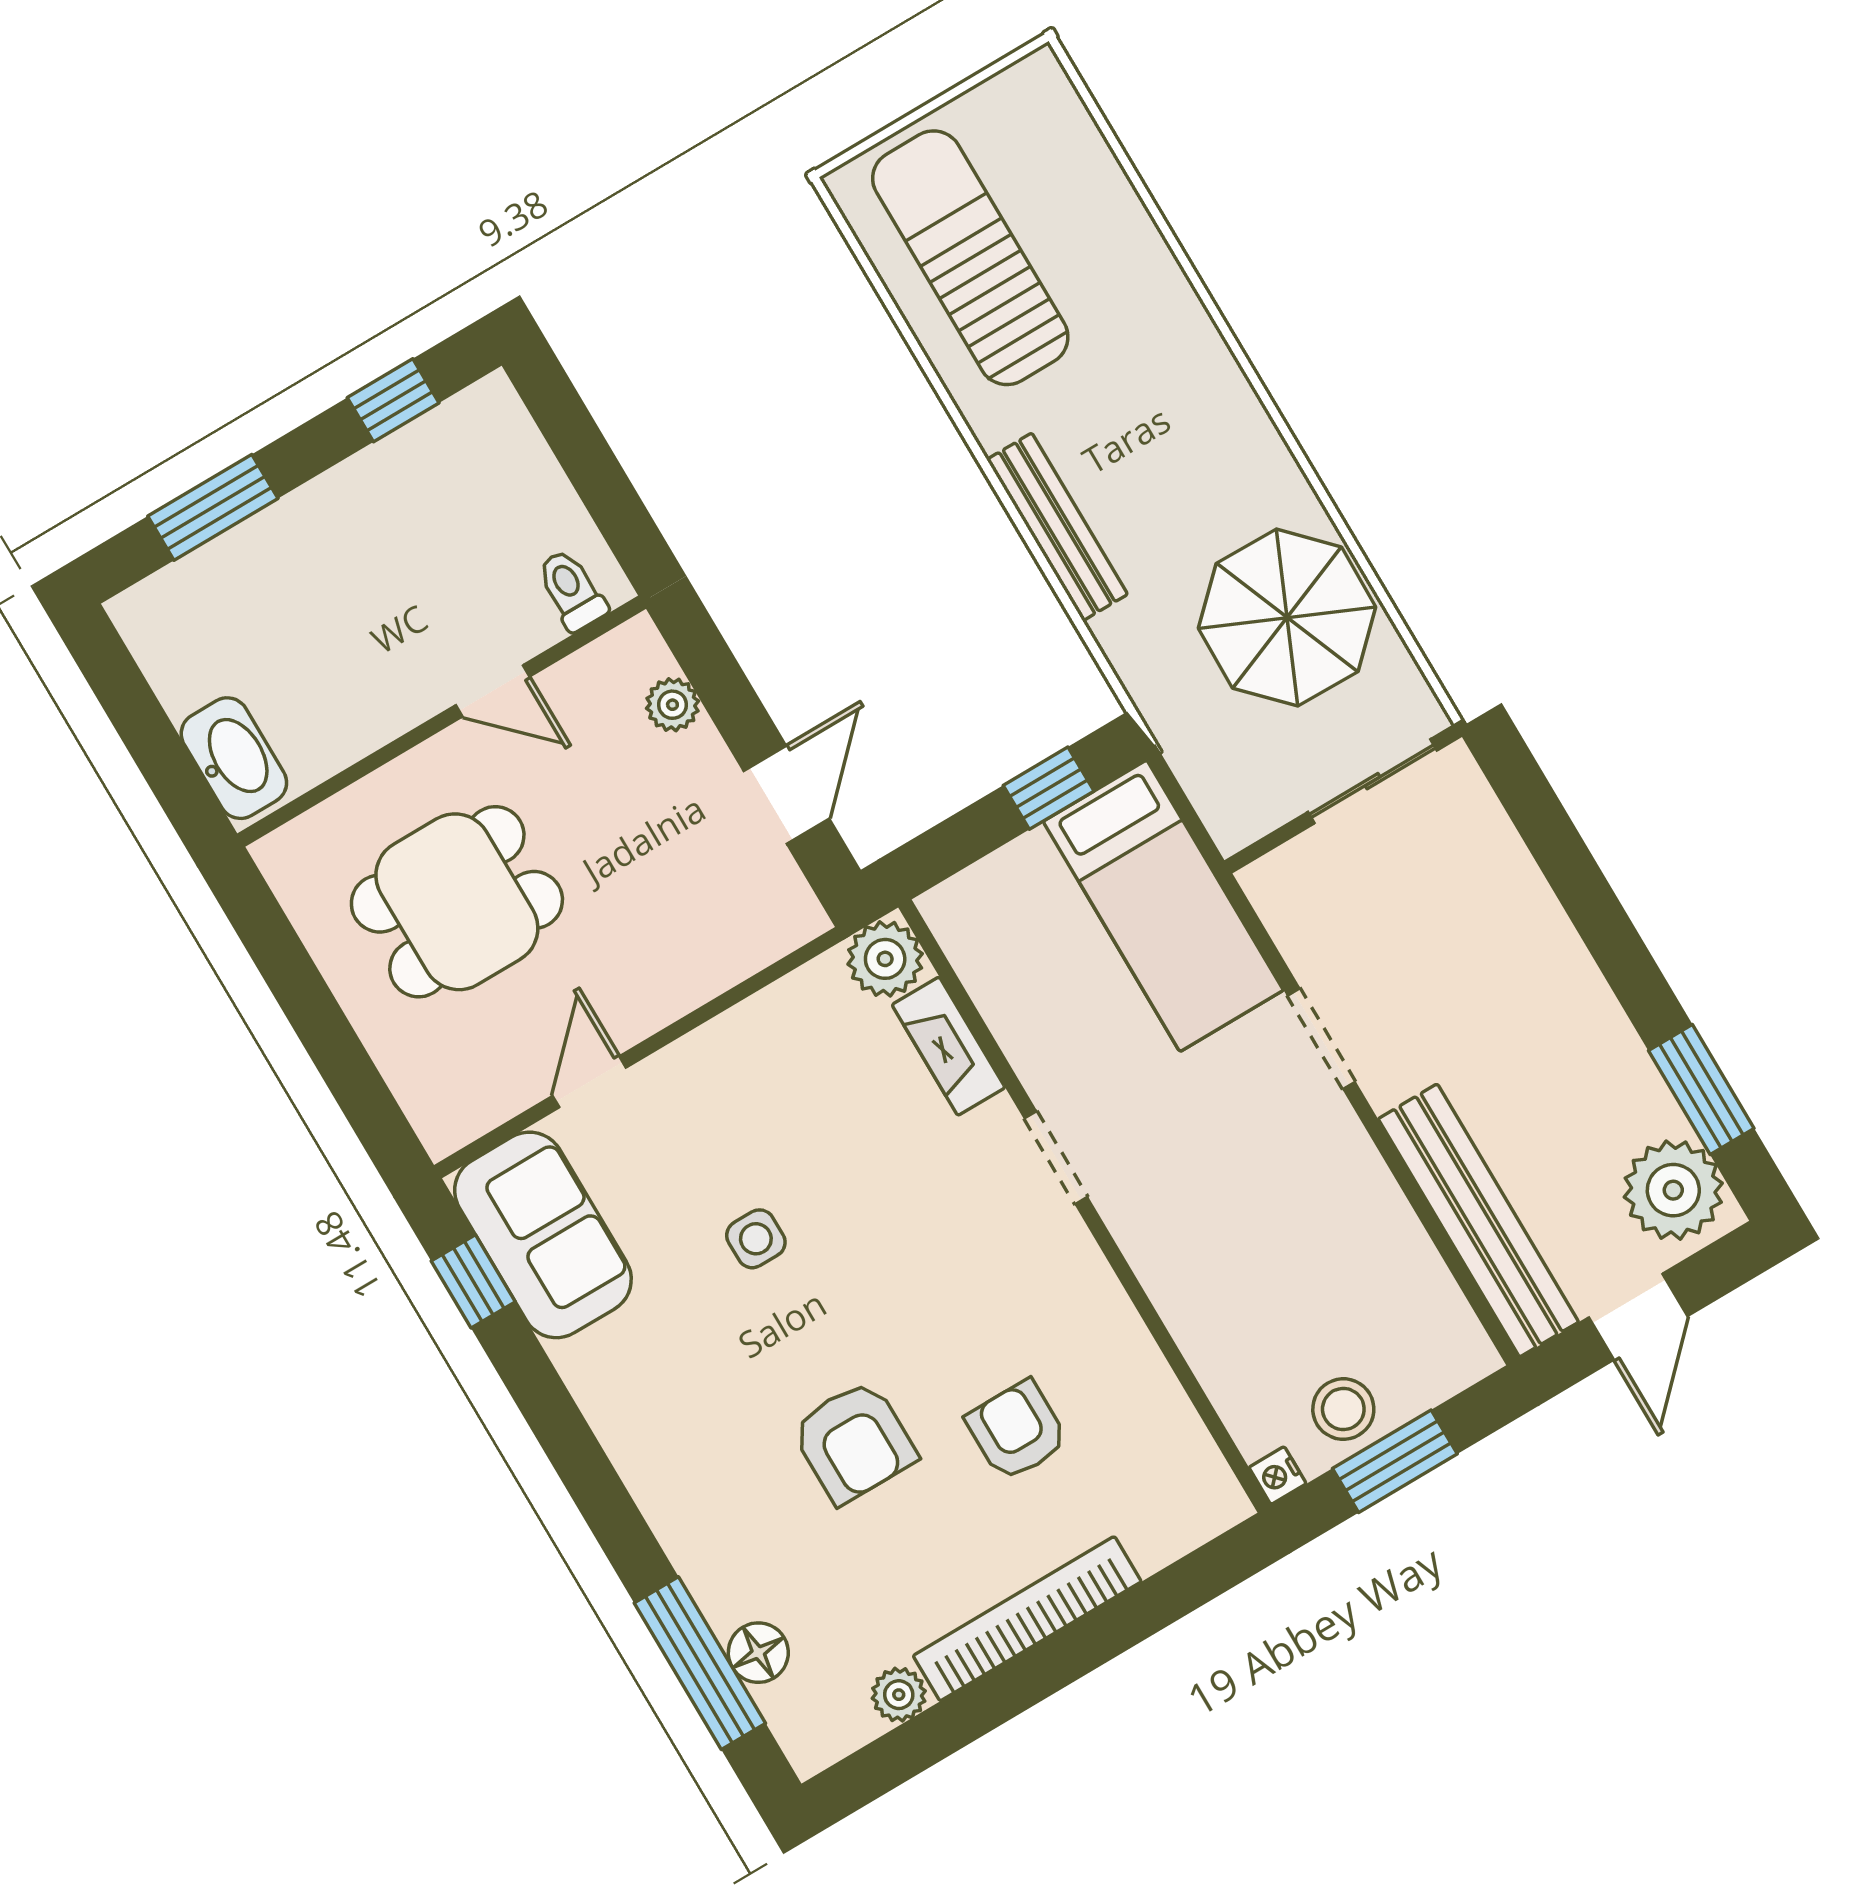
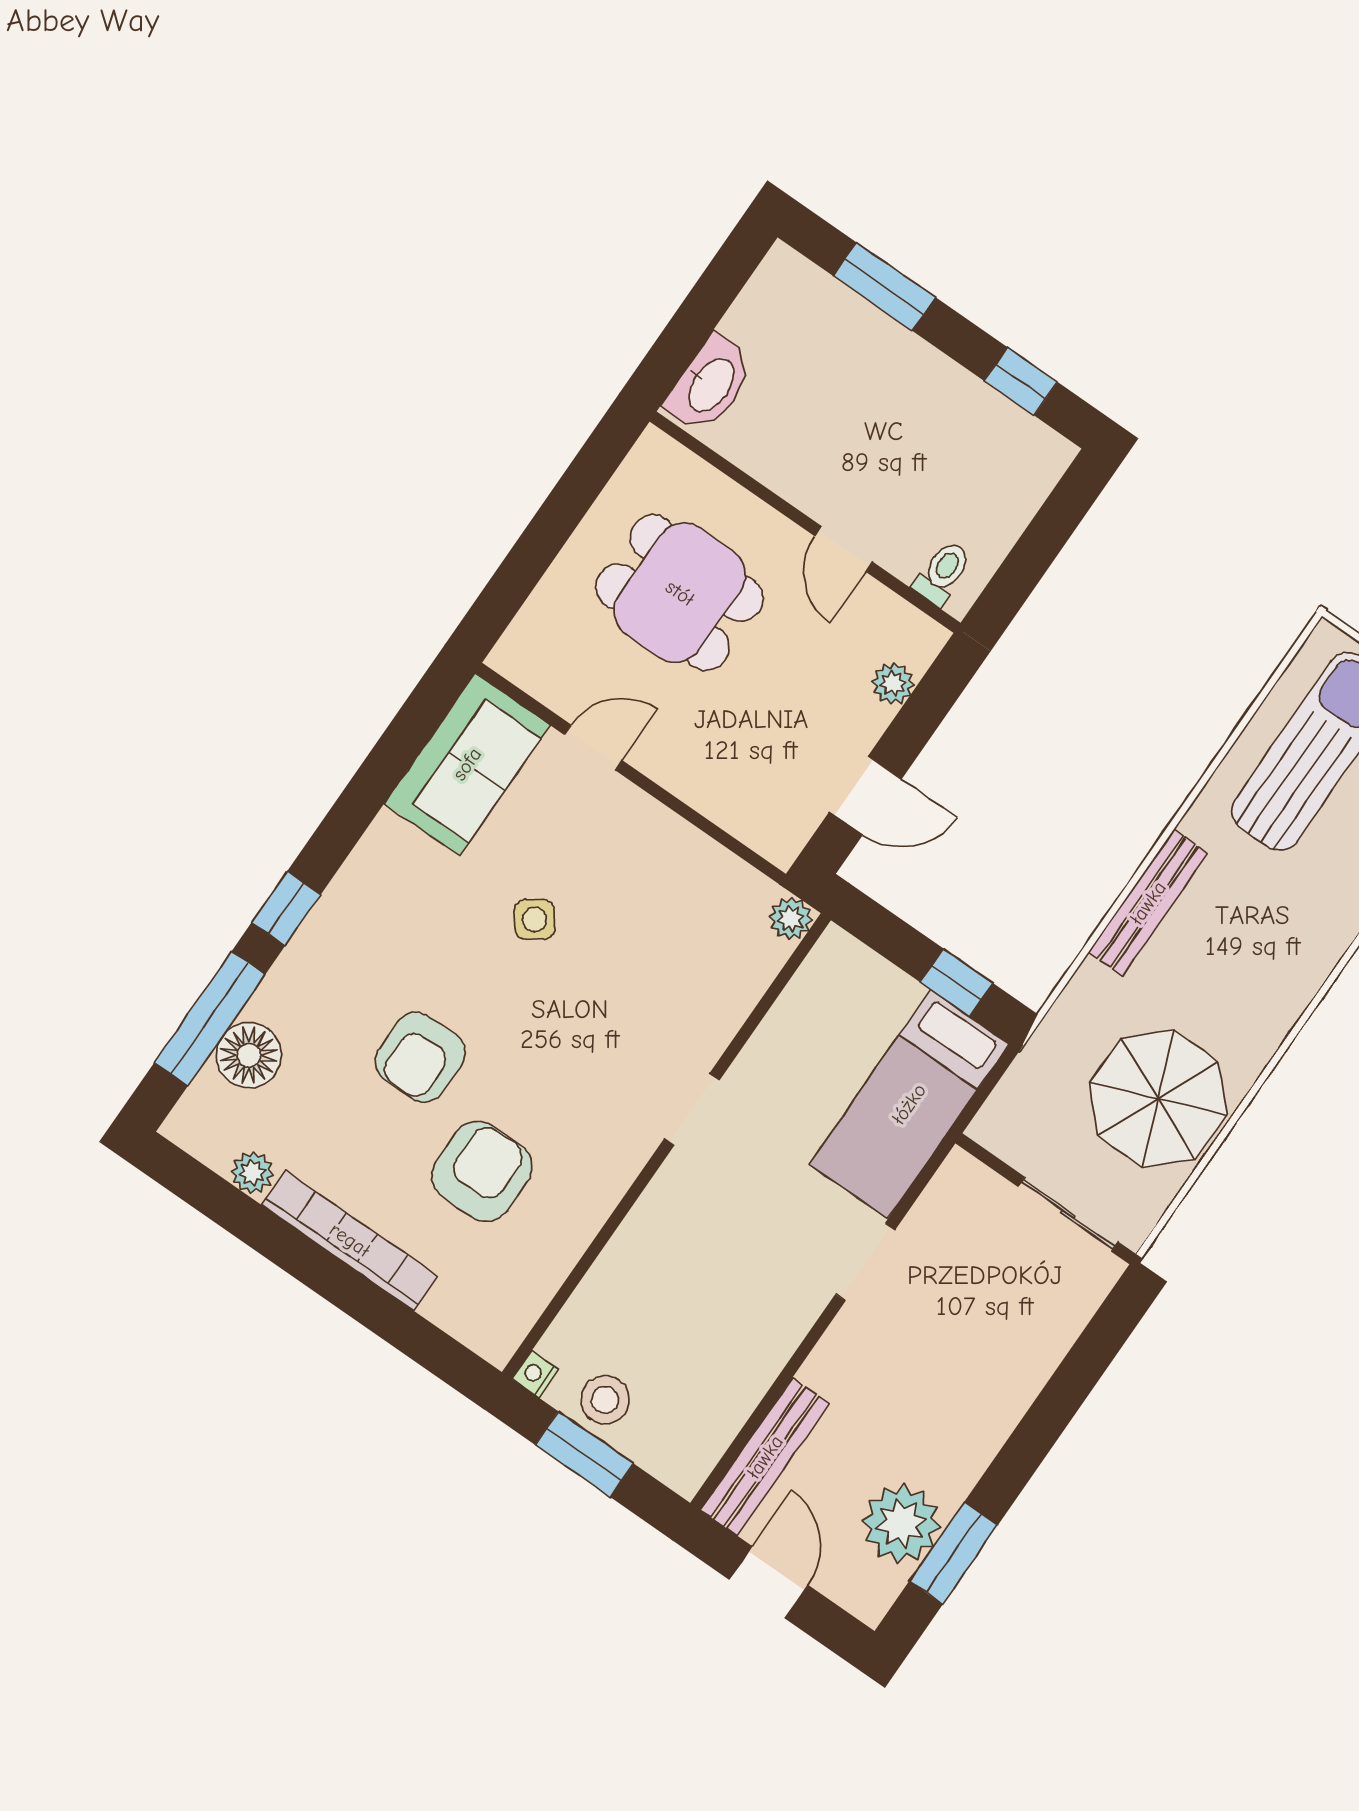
plant: (885, 959) -> (791, 919), width x0.73, depth x0.73
fireplace: (949, 1046) -> (737, 995), removed
plant: (1673, 1190) -> (901, 1524), moved
bench: (1478, 1220) -> (765, 1457), width x0.73, depth x0.82
side table: (756, 1239) -> (535, 919), turned -36
window: (473, 1281) -> (286, 909), moved
door: (1638, 1317) -> (769, 1582), swing flipped
armchair: (1017, 1431) -> (482, 1171), width x1.38, depth x1.38
floor lamp: (758, 1653) -> (249, 1055), width x1.38, depth x1.38

